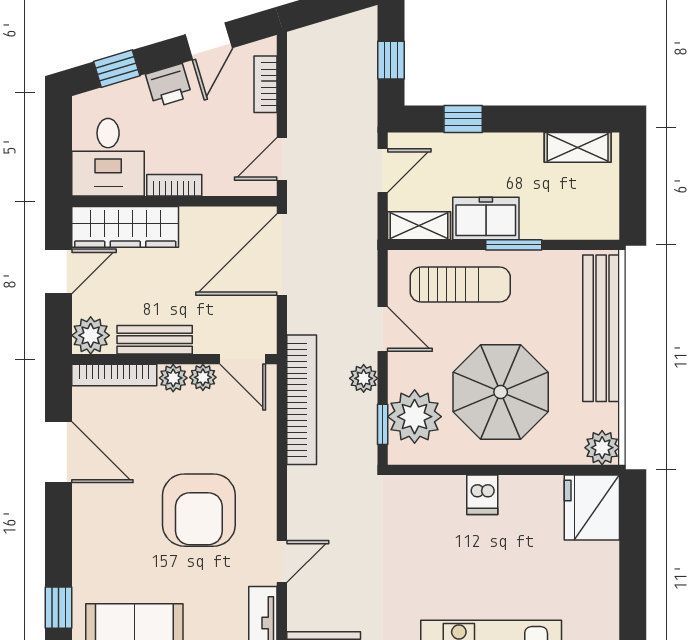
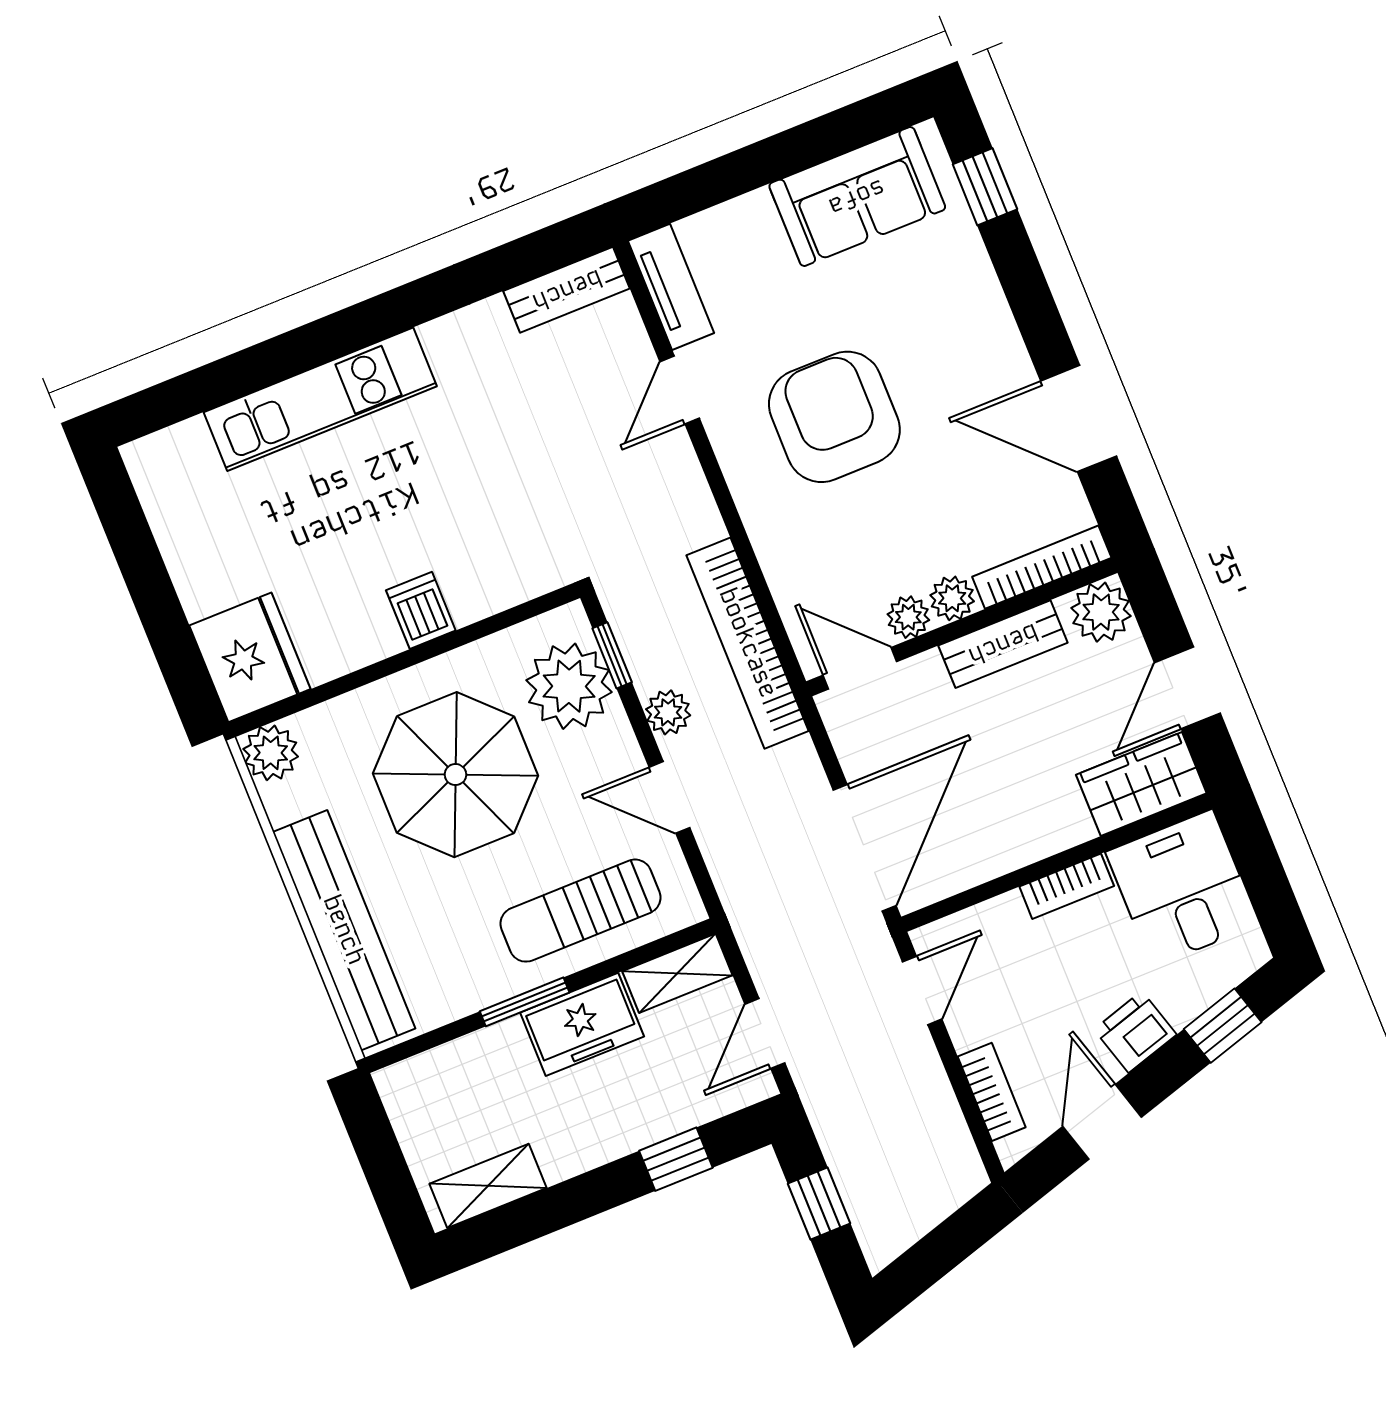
wardrobe: (125, 227) -> (1141, 784), width x0.67

